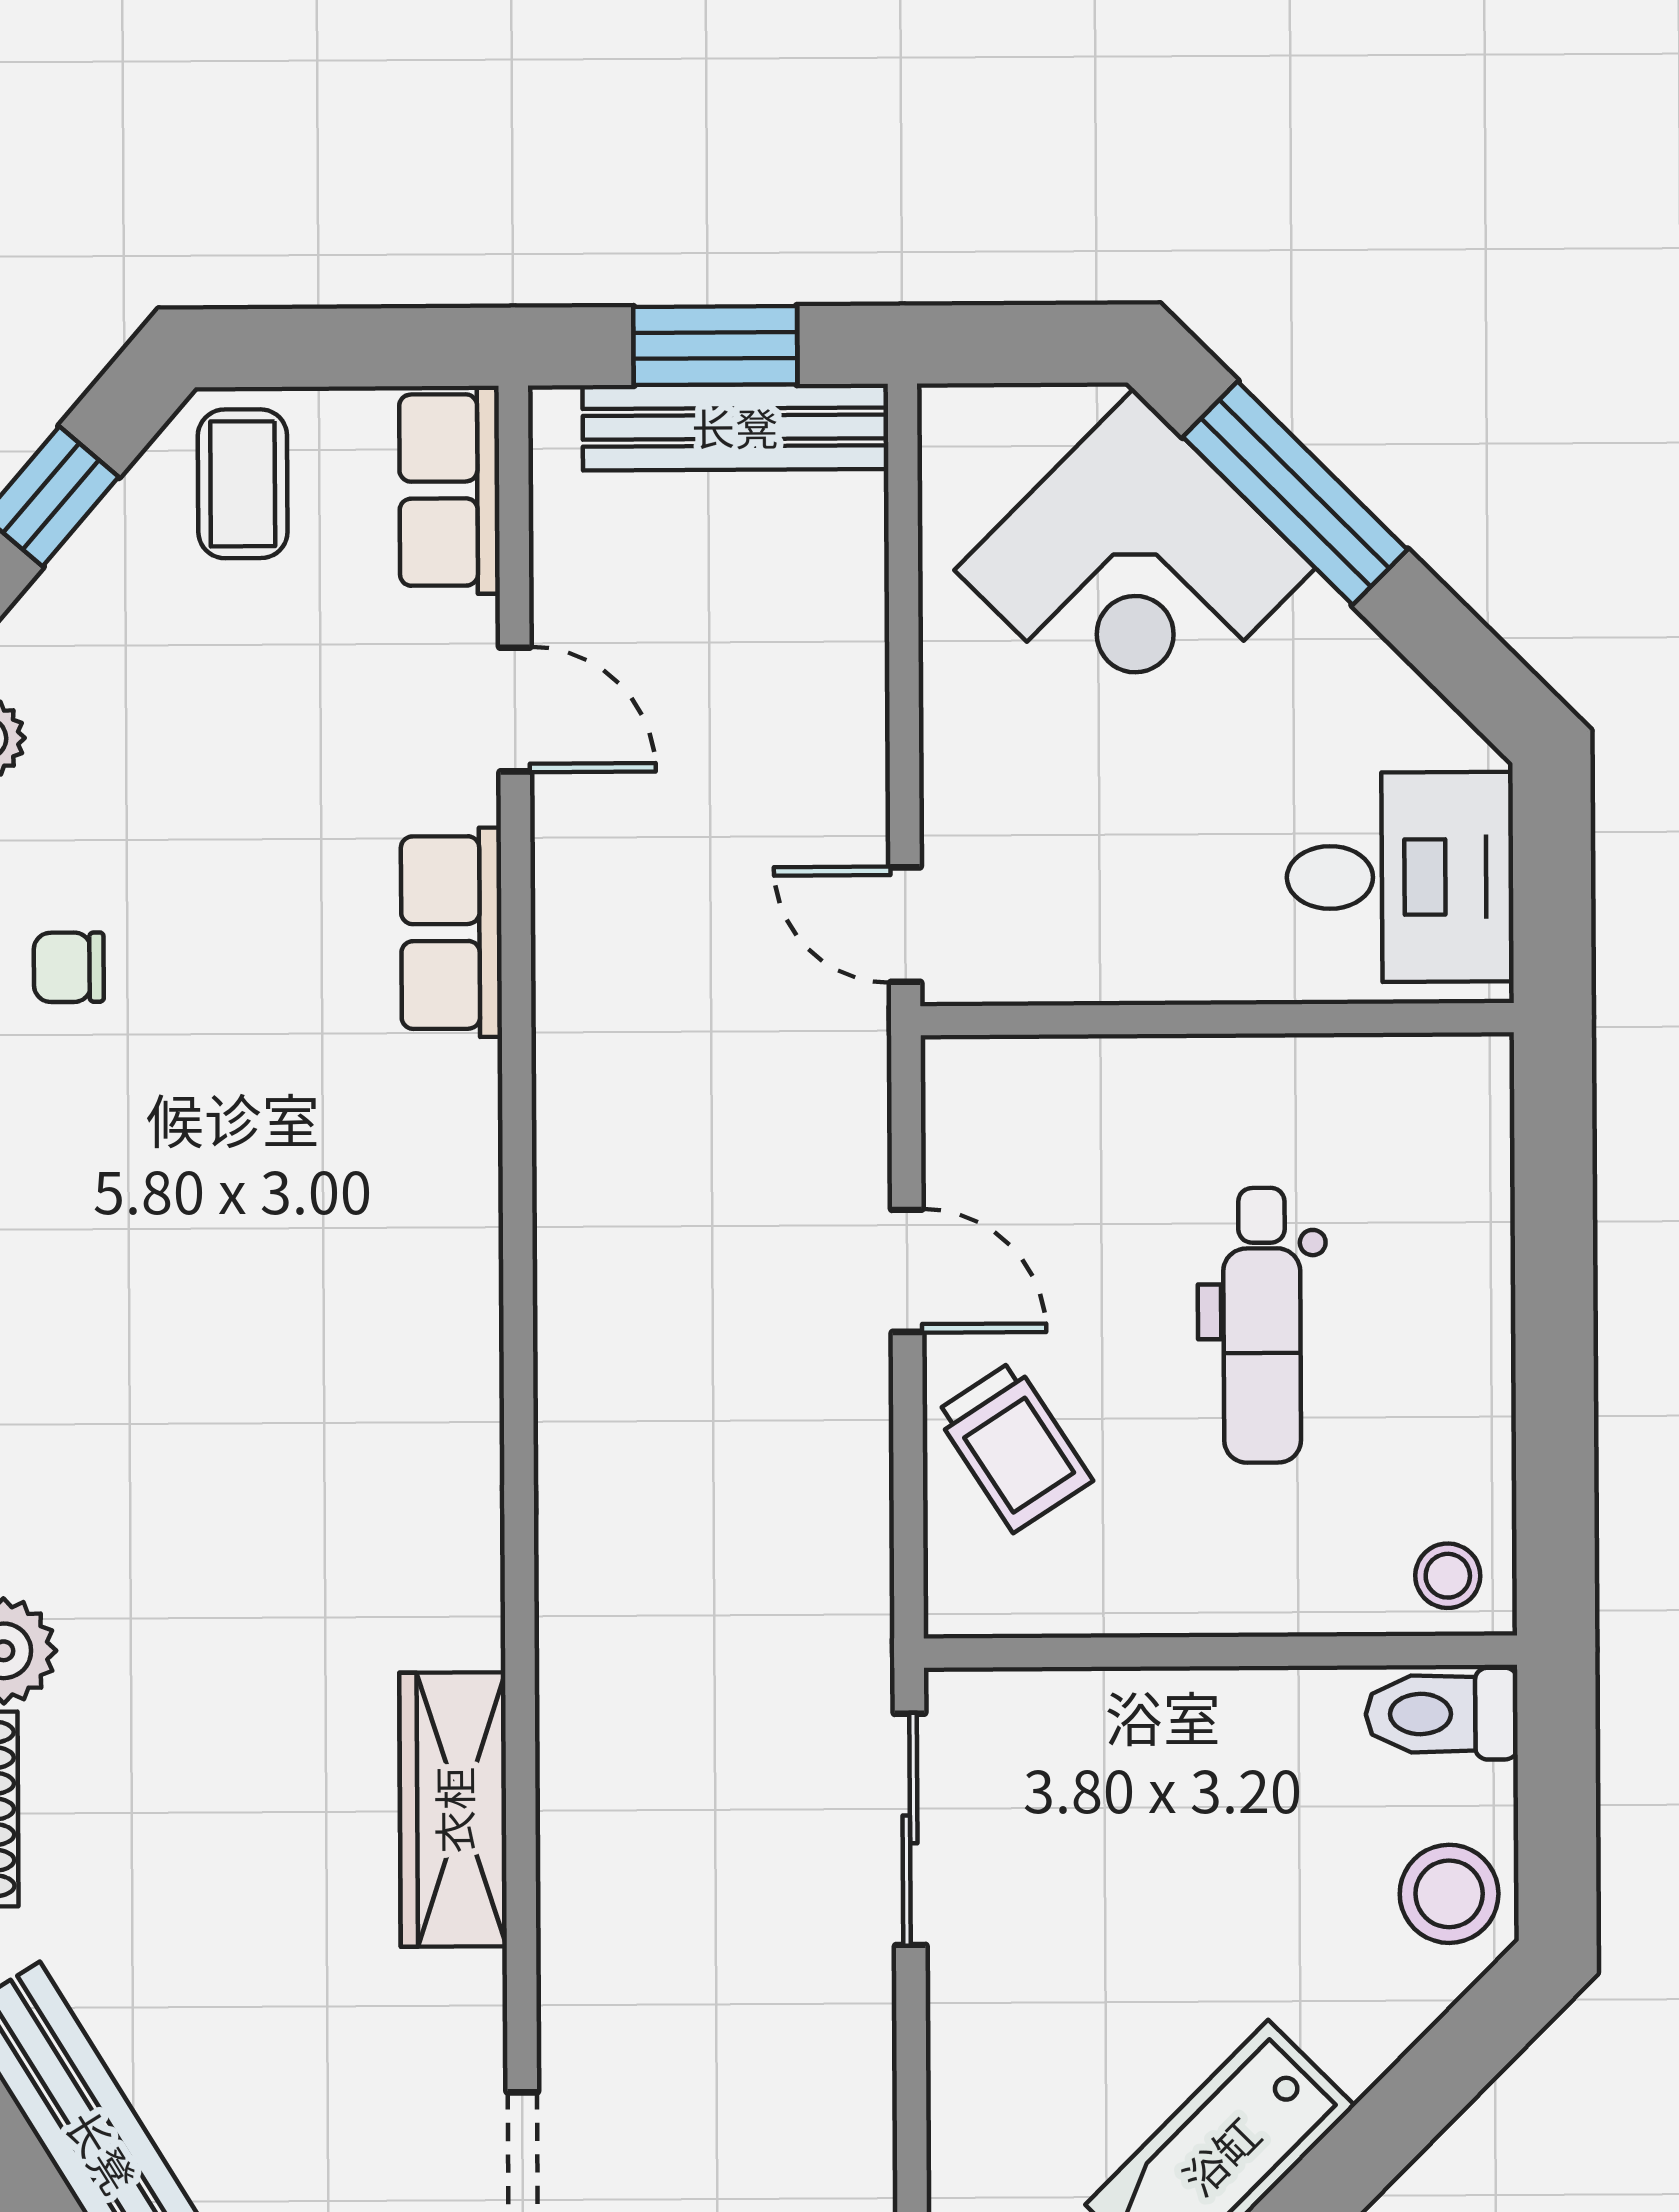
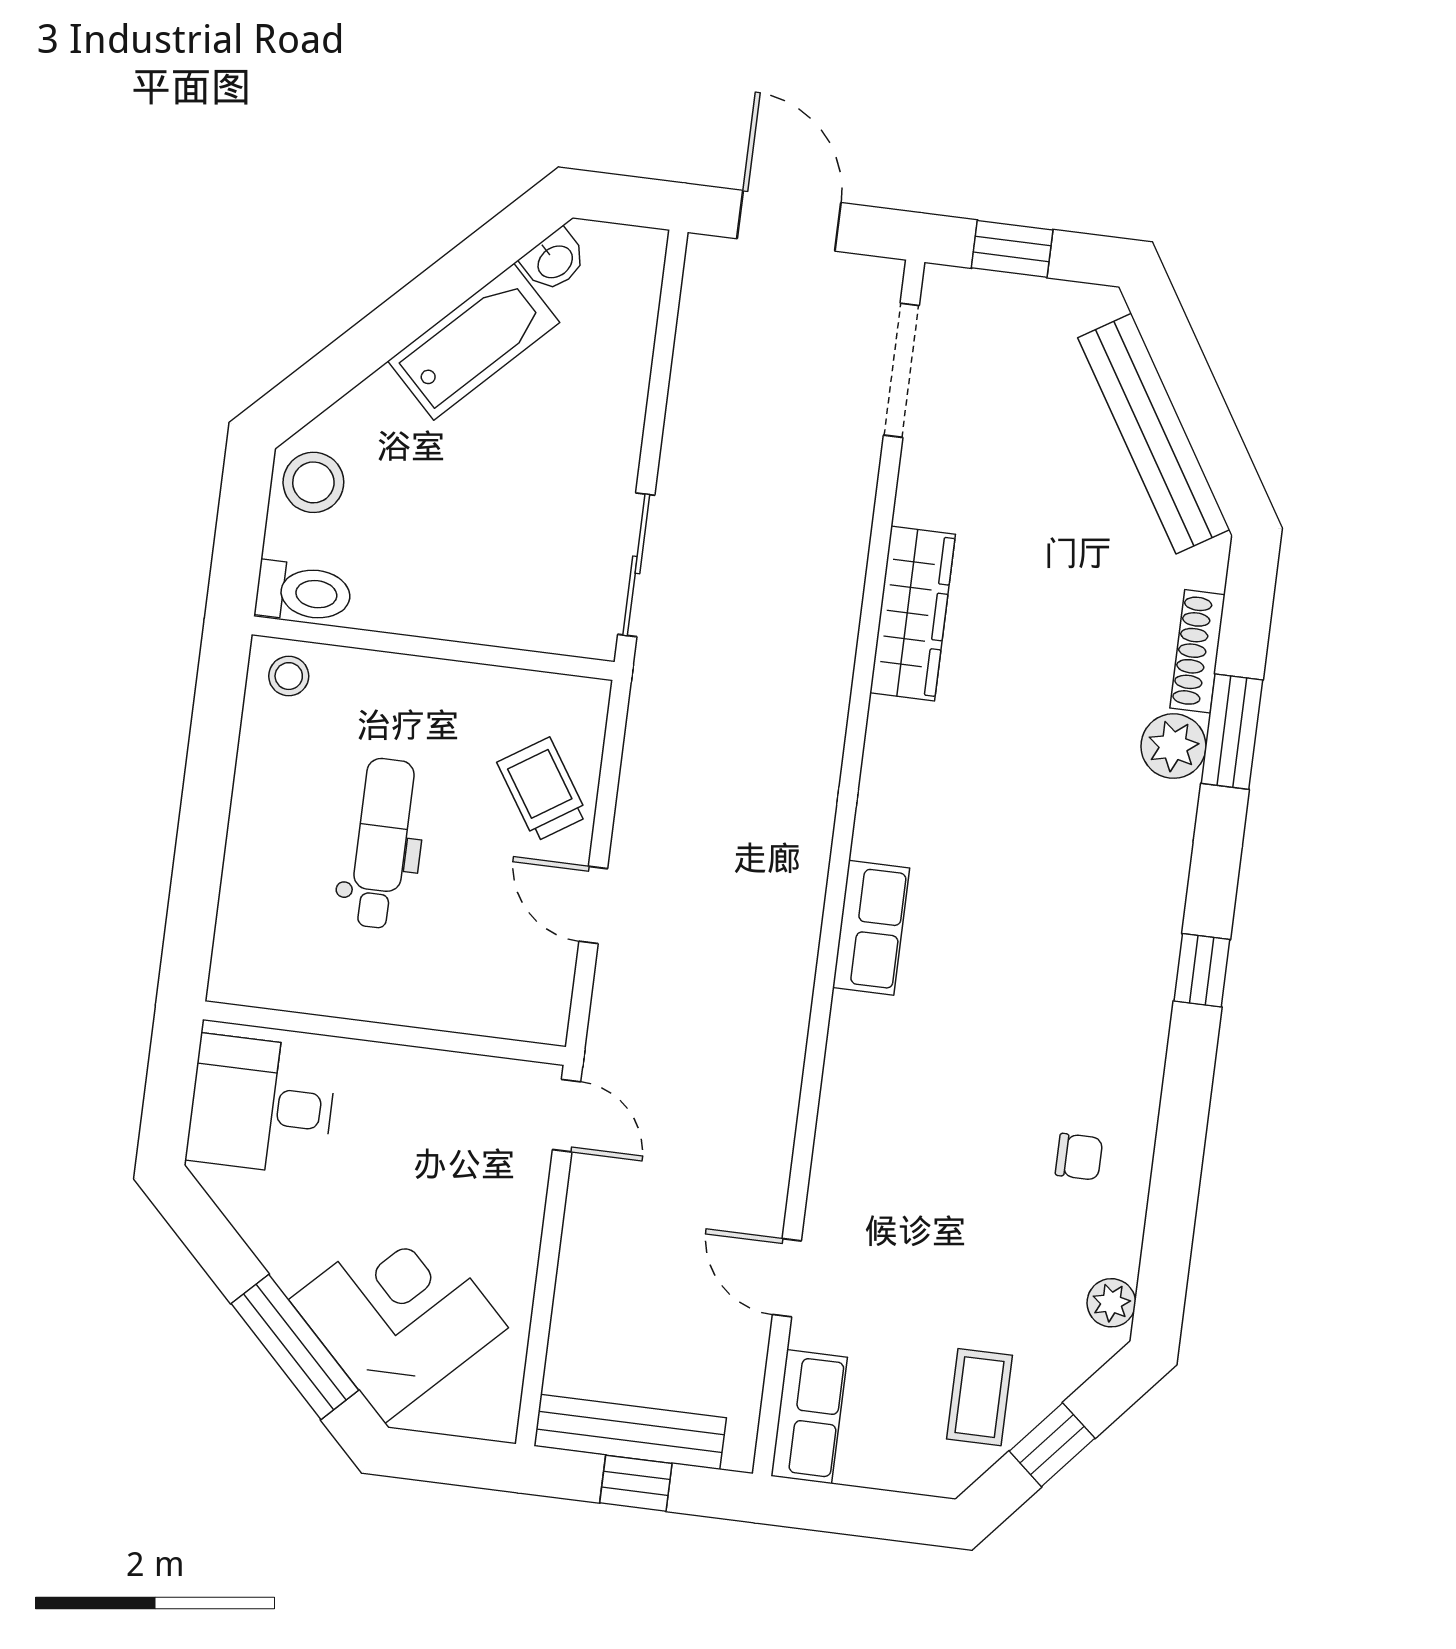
window: (715, 346) -> (636, 1483), width x0.67
coffee table: (243, 484) -> (979, 1397), moved
row of seats: (451, 932) -> (871, 928), moved

